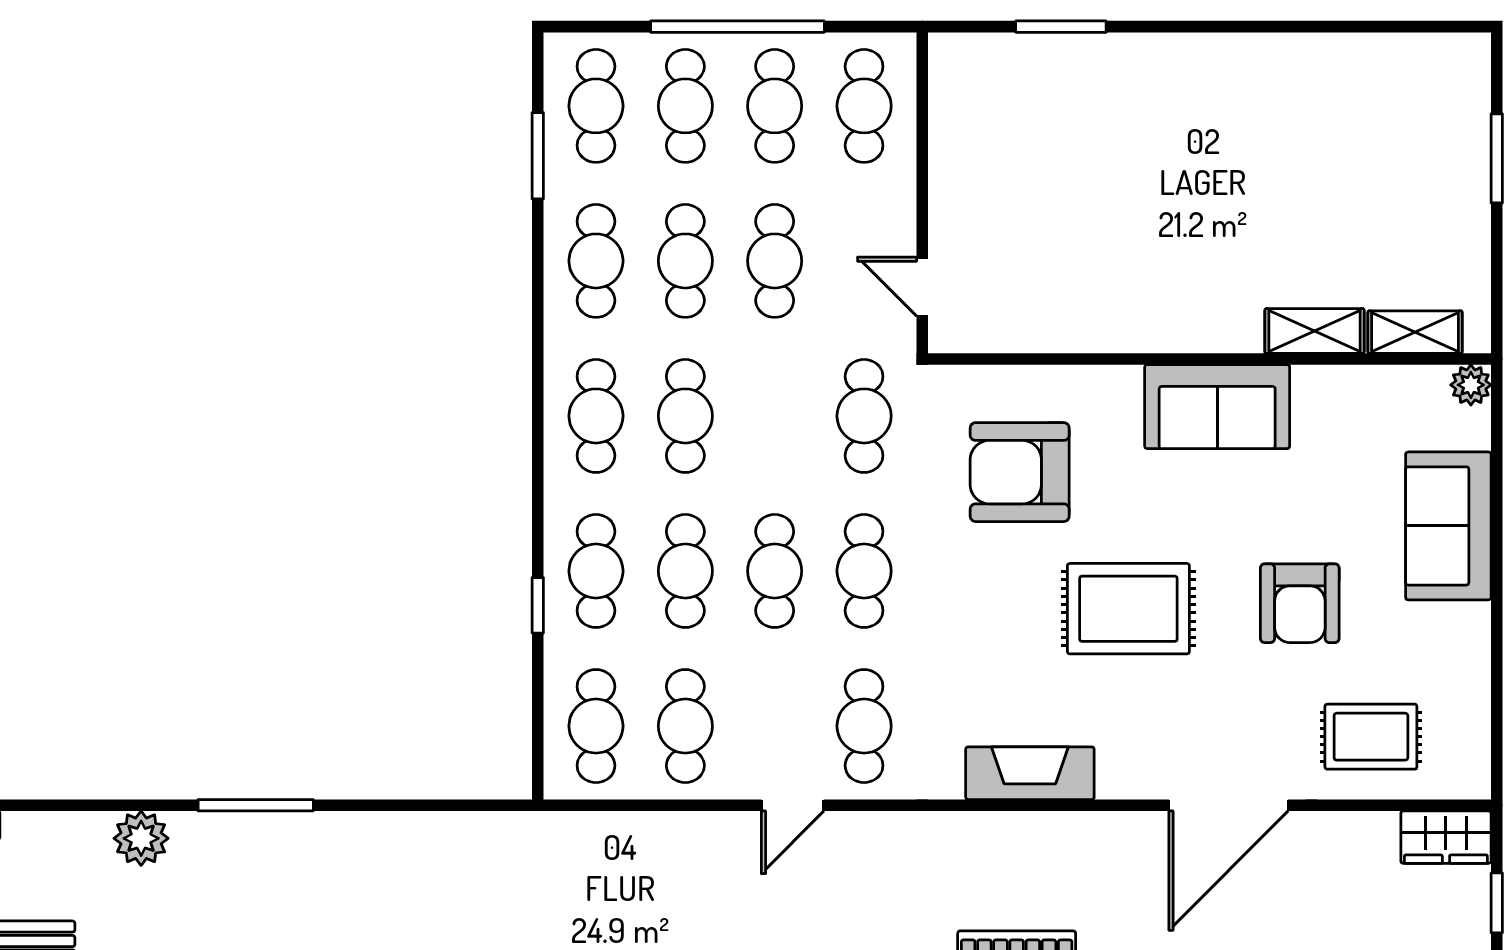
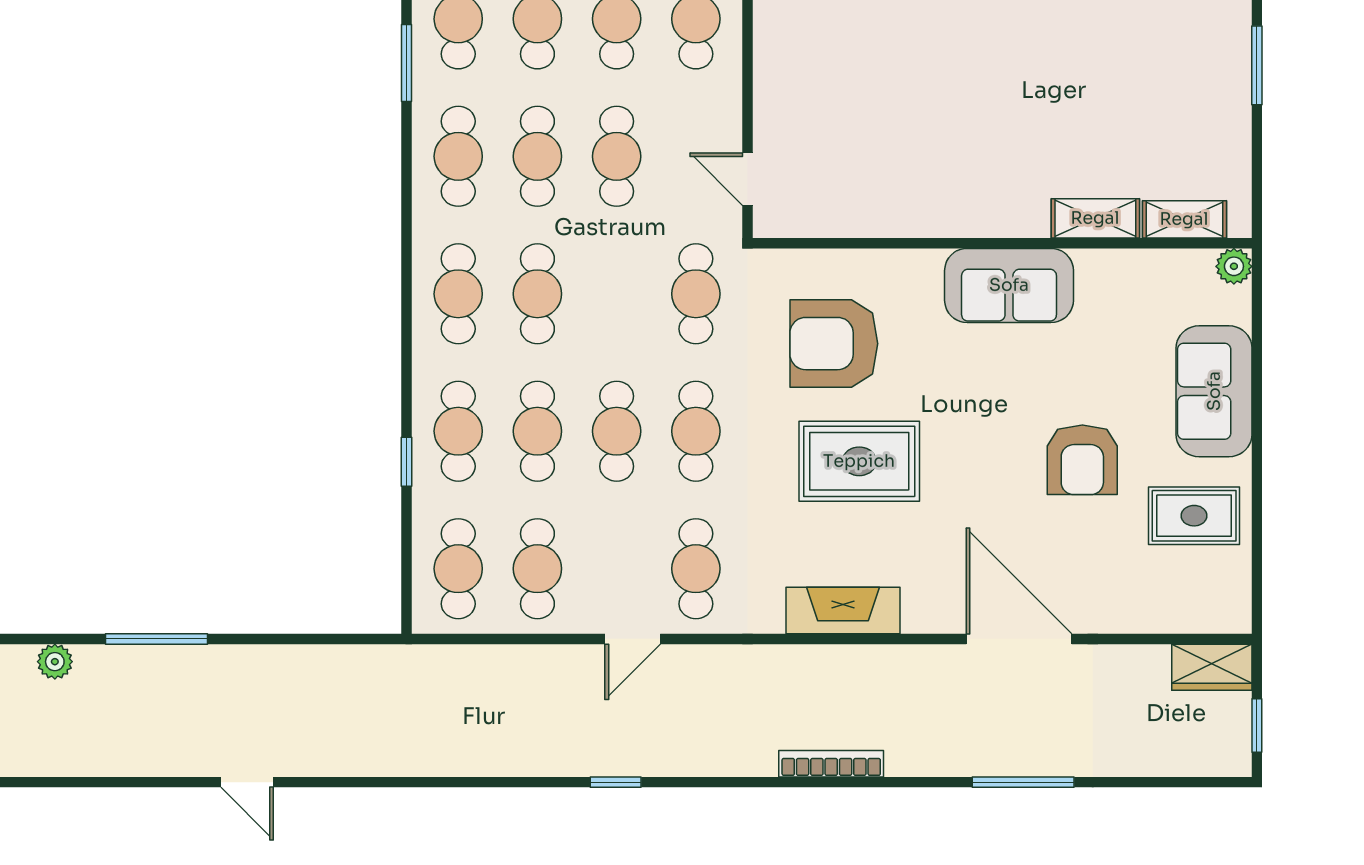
rug: (1128, 609) -> (859, 461), moved
rug: (1371, 737) -> (1194, 516), moved
door: (1228, 805) -> (1019, 639), swing flipped
plant: (141, 838) -> (55, 662), width x0.73, depth x0.73

